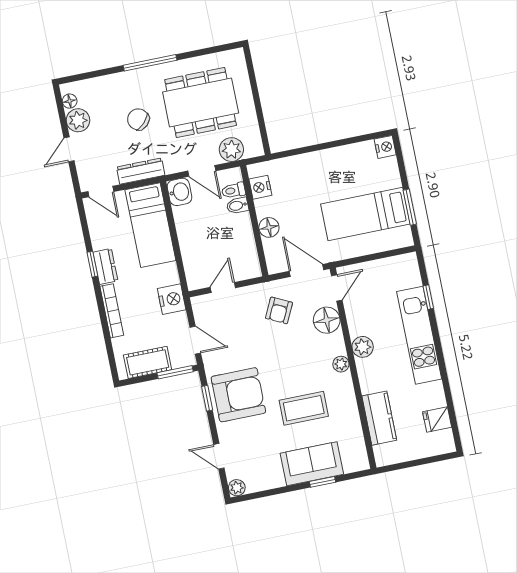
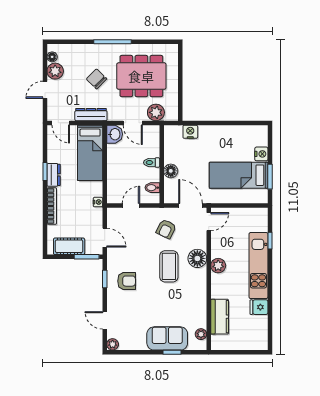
nightstand: (385, 147) -> (261, 154), moved
nightstand: (260, 187) -> (190, 132), moved, turned 90
toilet: (233, 190) -> (152, 163), moved
bidet: (237, 206) -> (152, 188), moved
nightstand: (172, 299) -> (98, 202), width x0.53, depth x0.56
floor lamp: (327, 320) -> (197, 258), moved
plant: (341, 364) -> (201, 334), moved
armchair: (238, 395) -> (127, 281), width x0.53, depth x0.53
coffee table: (304, 408) -> (169, 266), moved, turned 90
fridge: (437, 419) -> (259, 307), moved

